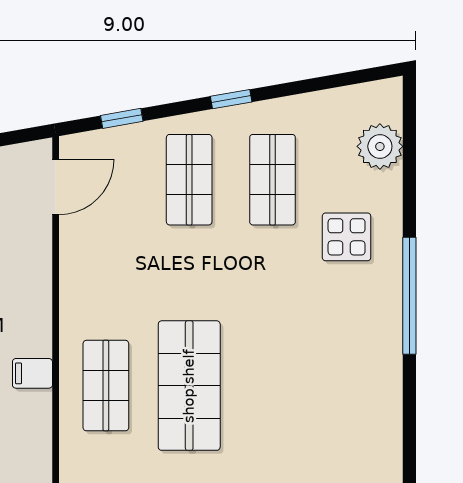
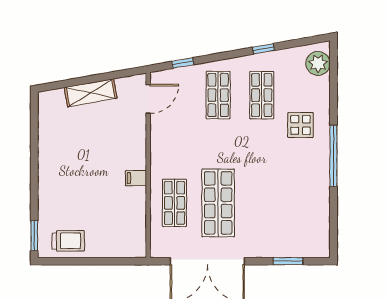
window: (231, 99) -> (263, 49), moved
plant: (380, 146) -> (318, 63), moved
filing cabinet: (32, 373) -> (136, 178), moved

